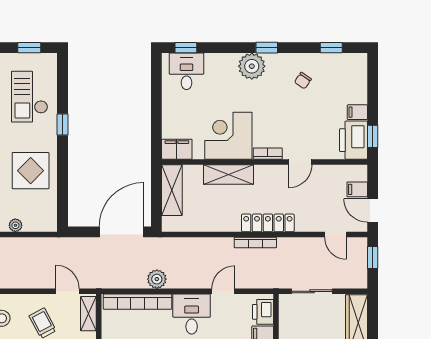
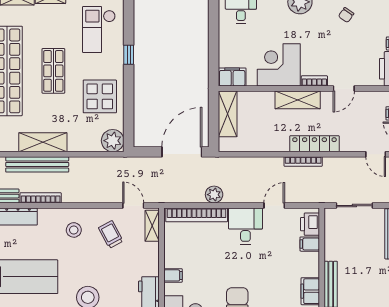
shelving: (228, 175) -> (298, 100), moved
plant: (15, 225) -> (113, 141), moved, width x1.88, depth x1.88

